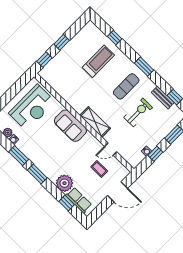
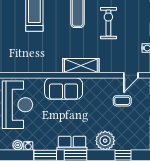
door: (111, 149) -> (131, 75), moved
row of seats: (79, 200) -> (72, 143), moved

